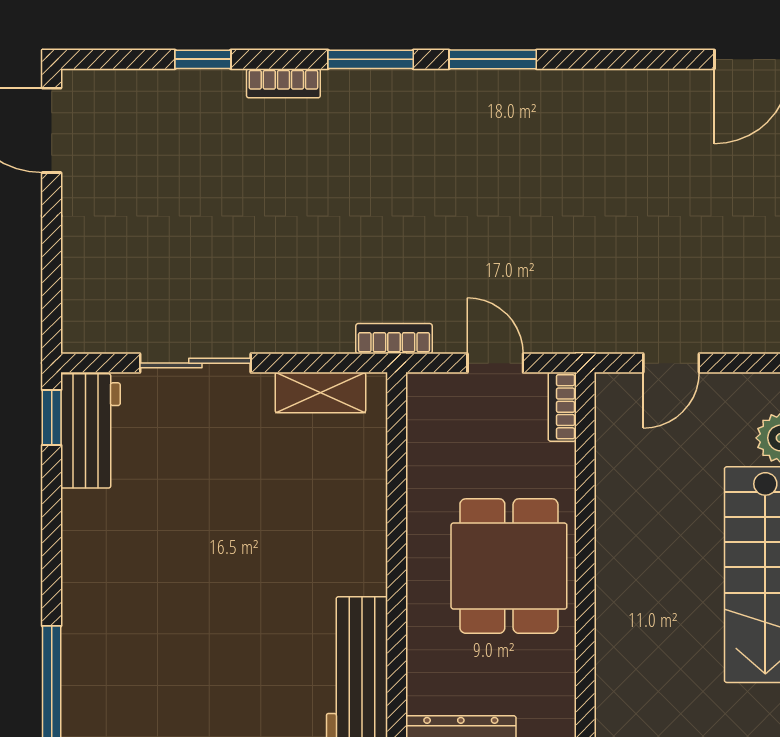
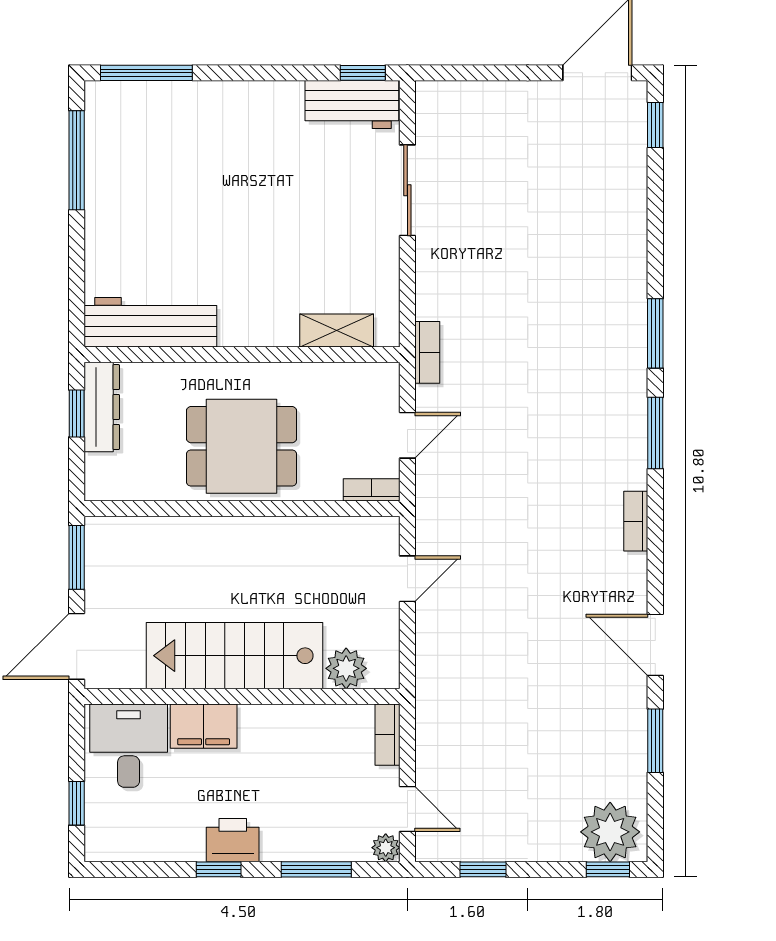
window: (203, 59) -> (655, 125), moved
bookcase: (283, 83) -> (636, 521), moved
door: (671, 363) -> (407, 579), swing flipped
shelving: (320, 393) -> (337, 330), moved, turned 90

